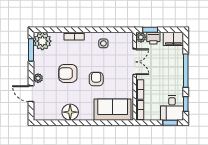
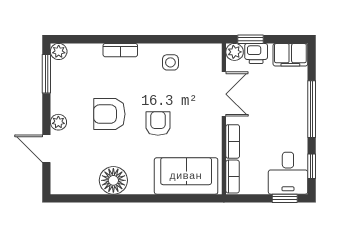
plant: (42, 41) -> (59, 51), width x0.53, depth x0.53

